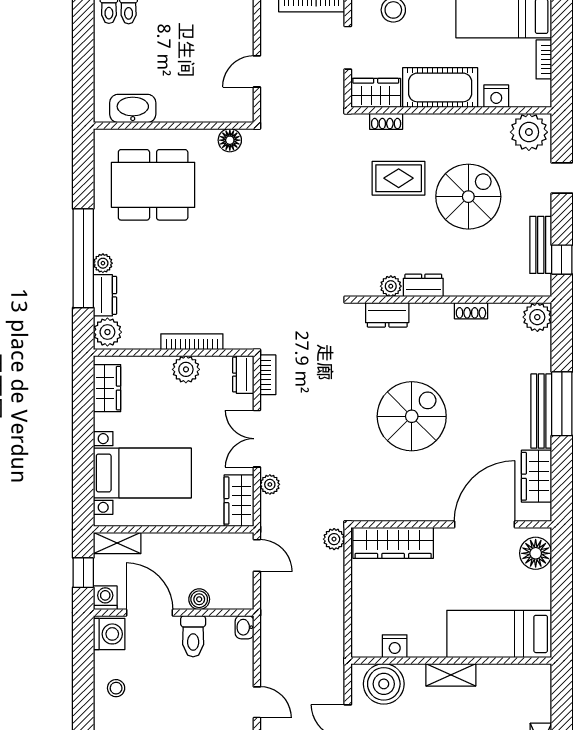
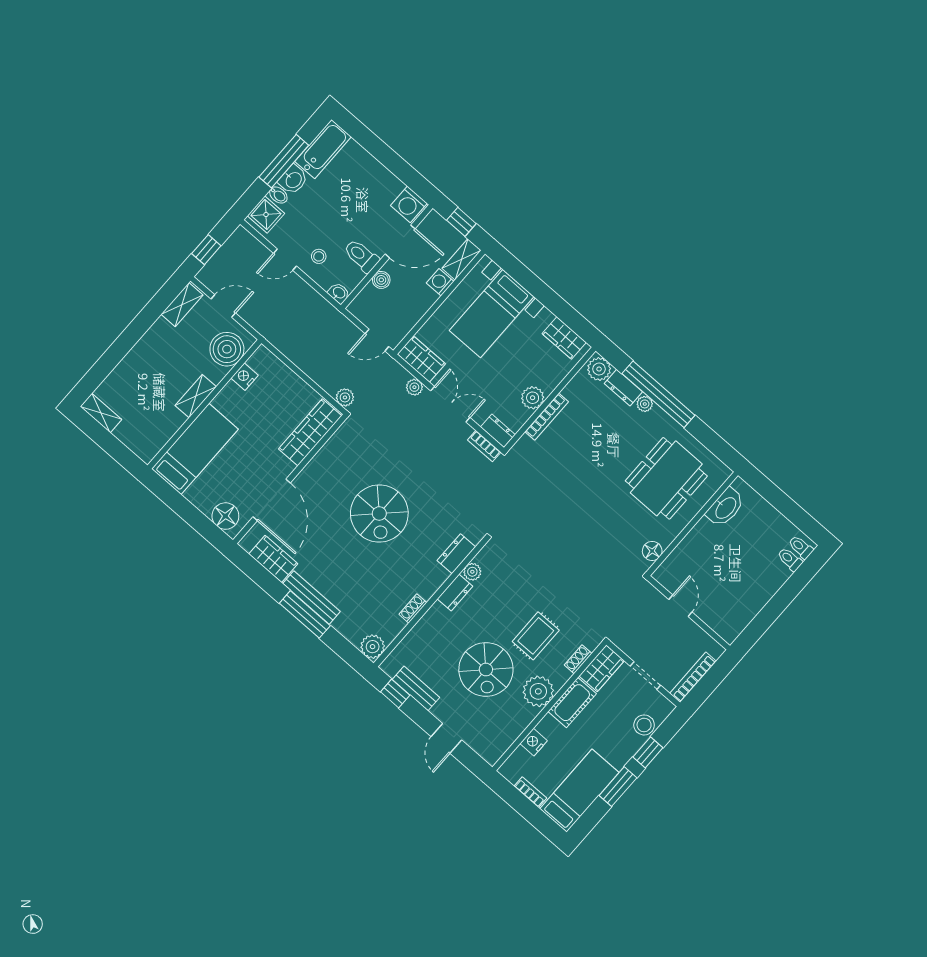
cot: (440, 87) -> (572, 703), width x0.73, depth x0.75
plant: (529, 132) -> (538, 691), moved
washing machine: (105, 598) -> (440, 282), moved, turned 180
stool: (116, 688) -> (319, 256), moved

